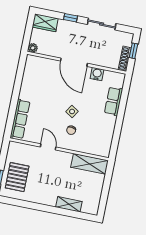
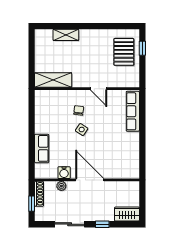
plant: (33, 48) -> (61, 186), moved

